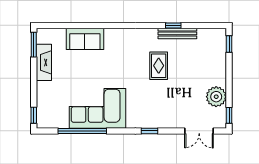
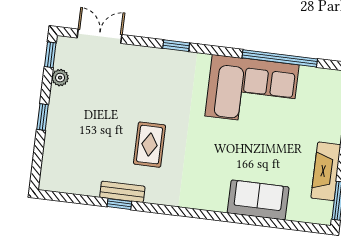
bench: (177, 33) -> (122, 192), width x0.73
window: (229, 44) -> (43, 117), moved
plant: (216, 97) -> (60, 78), width x0.53, depth x0.53

